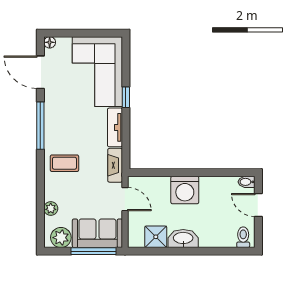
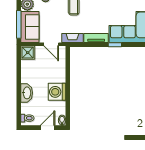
washing machine: (185, 190) -> (57, 92), moved
door: (125, 199) -> (51, 44), hinge flipped
shower: (156, 237) -> (28, 53), moved
washbasin: (183, 239) -> (27, 93), moved

